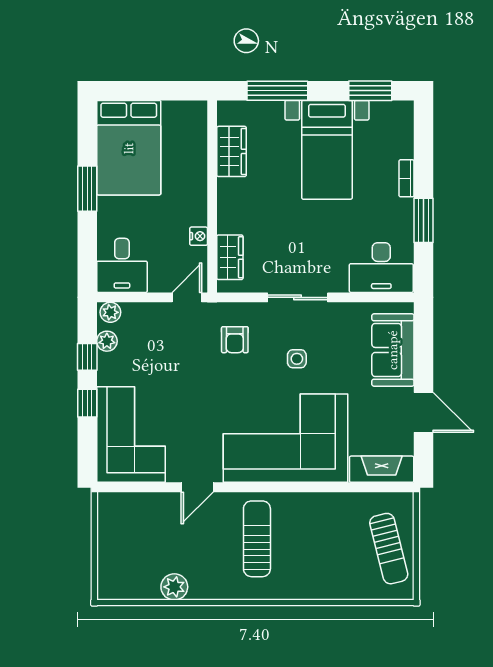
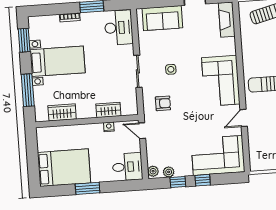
wardrobe: (230, 257) -> (108, 110), moved
corner sofa: (285, 438) -> (221, 81), width x0.73, depth x0.74
door: (197, 487) -> (244, 118), swing flipped

